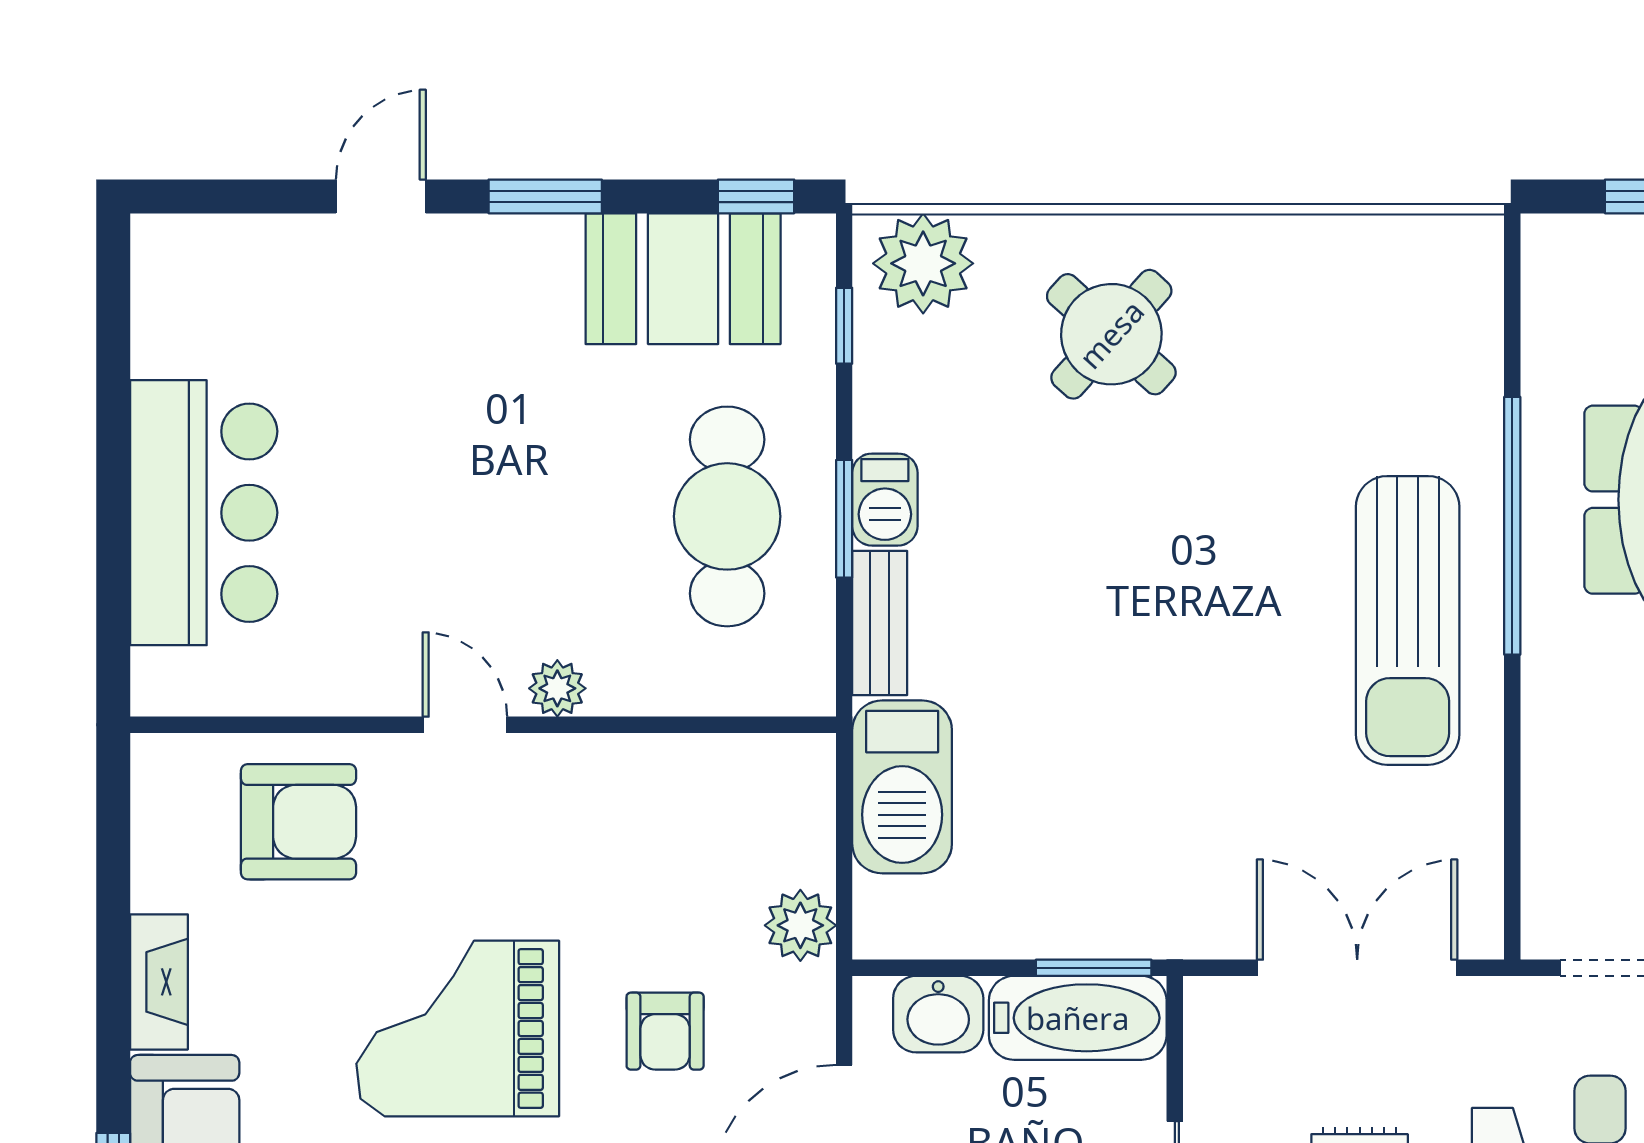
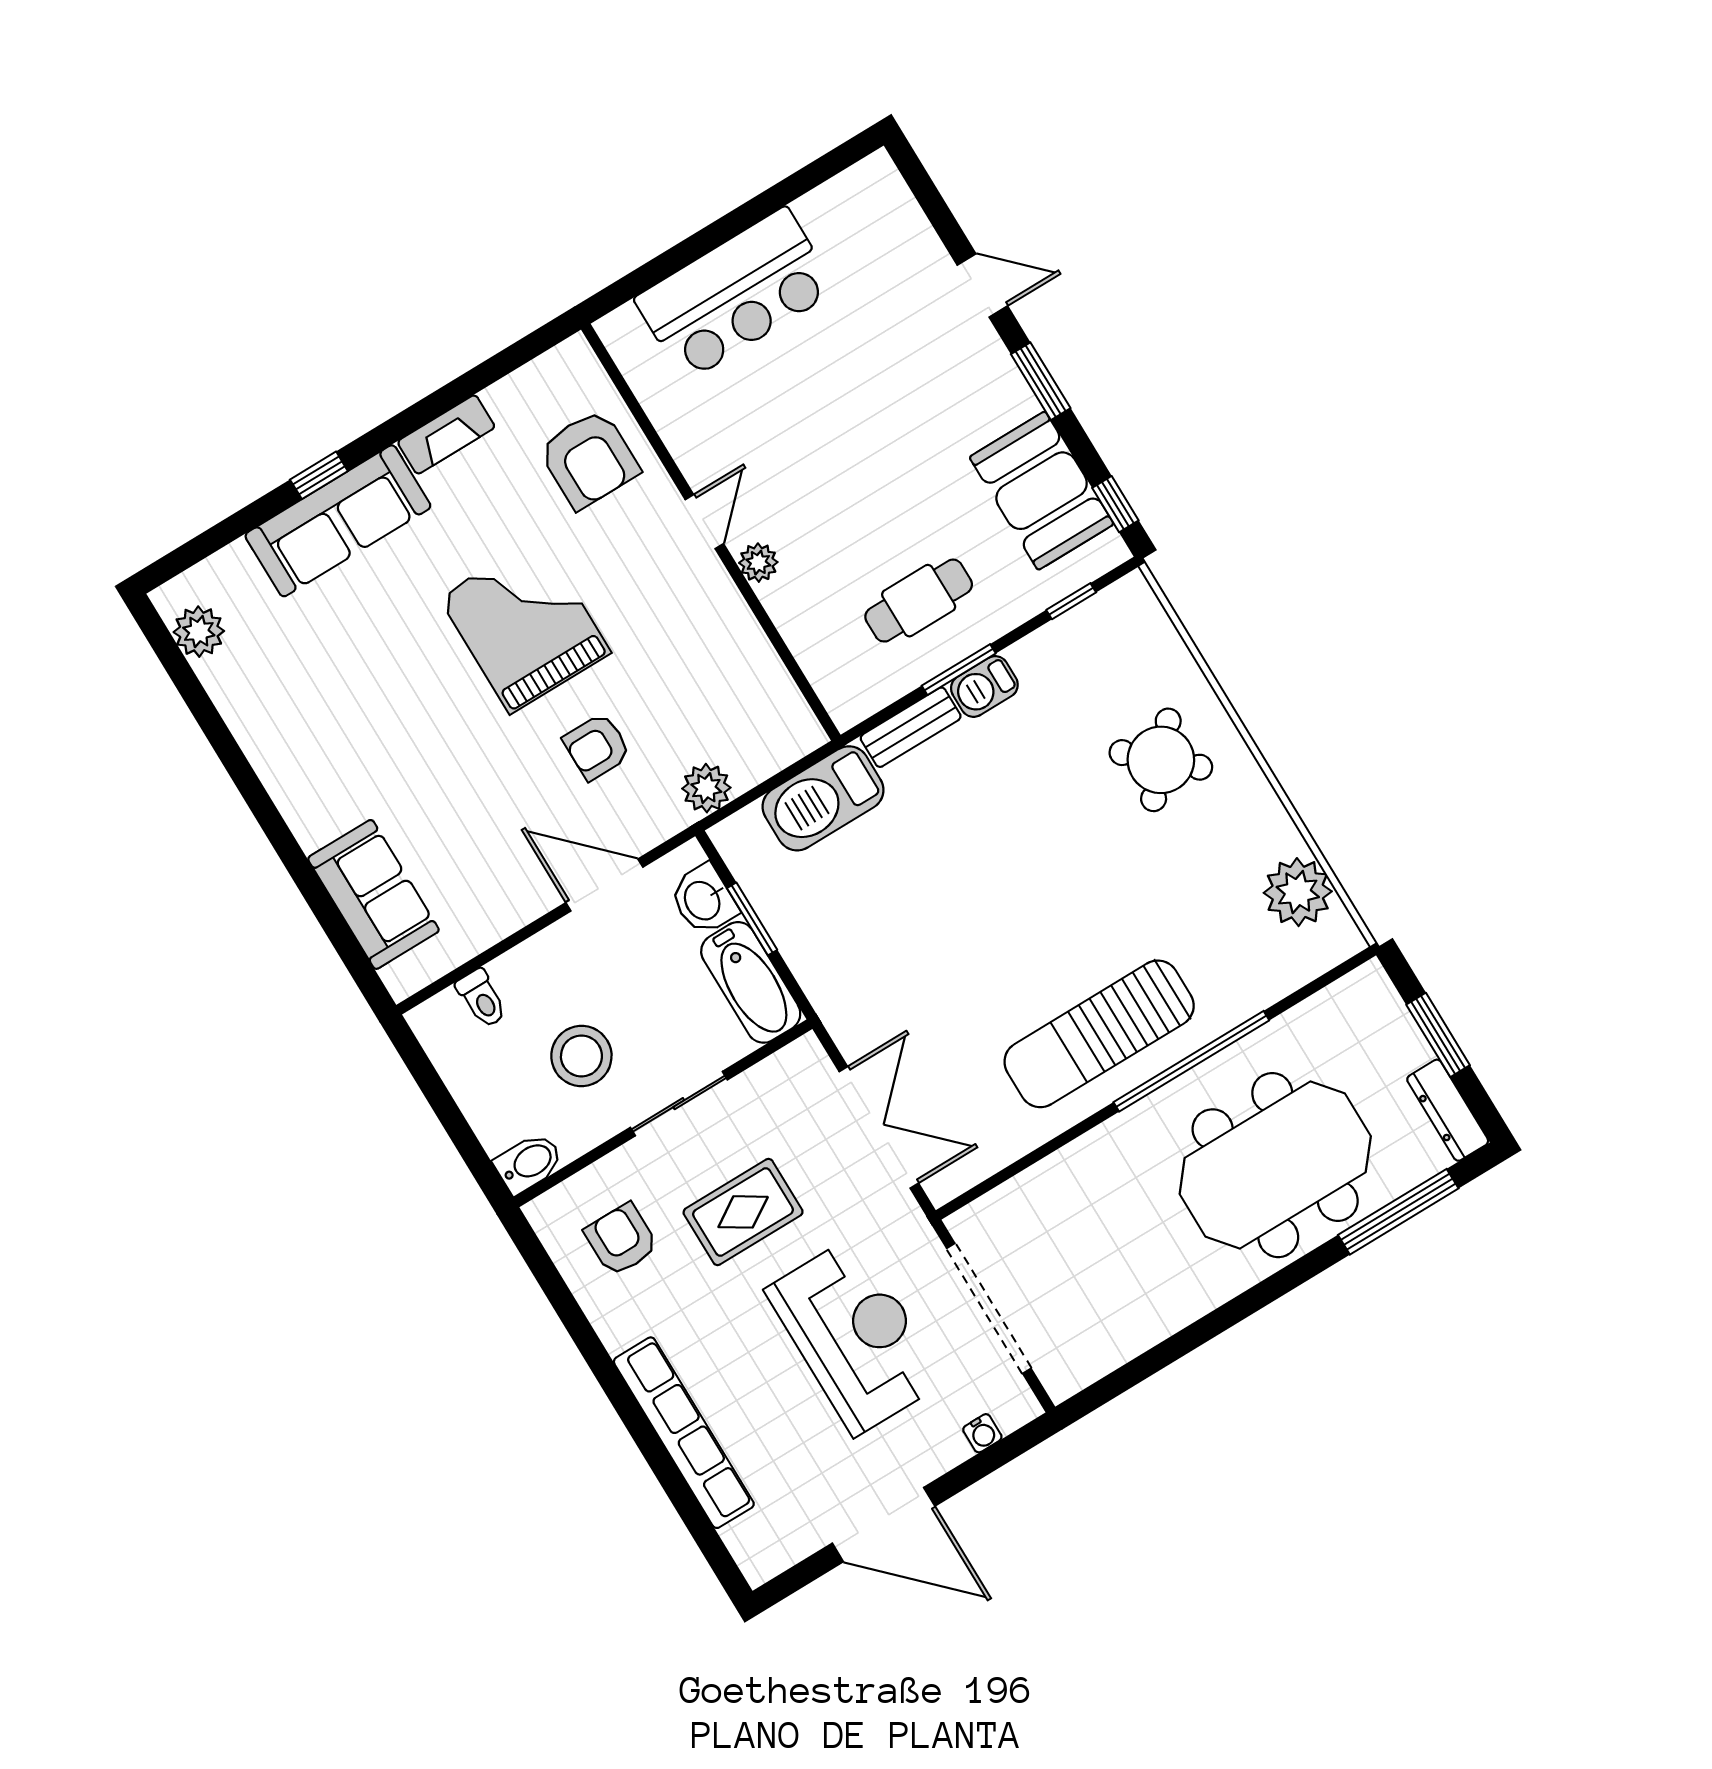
plant: (923, 263) -> (1298, 892), moved
cafe table: (727, 516) -> (919, 601), width x0.73, depth x0.74
window: (1094, 968) -> (752, 919), moved

